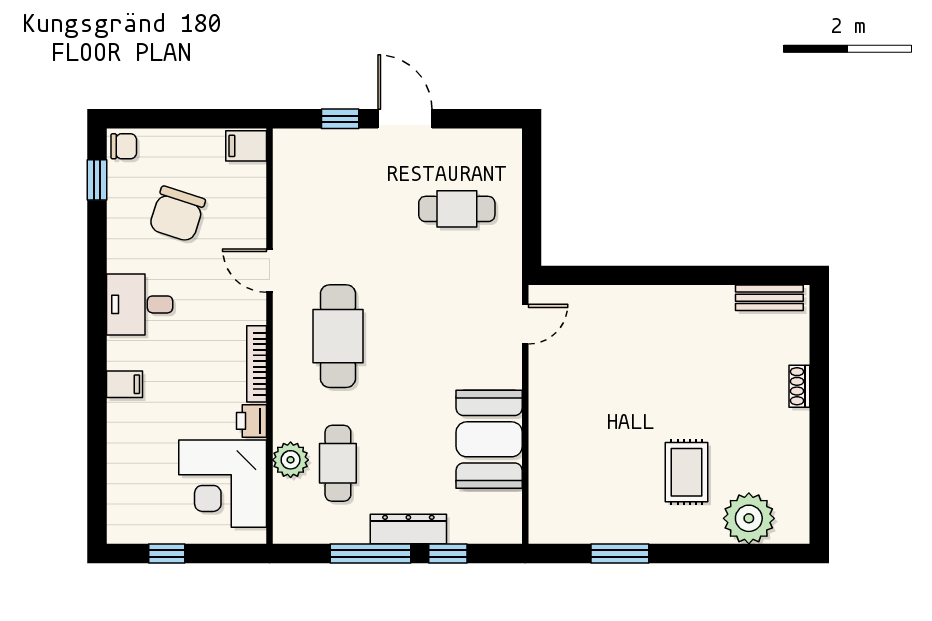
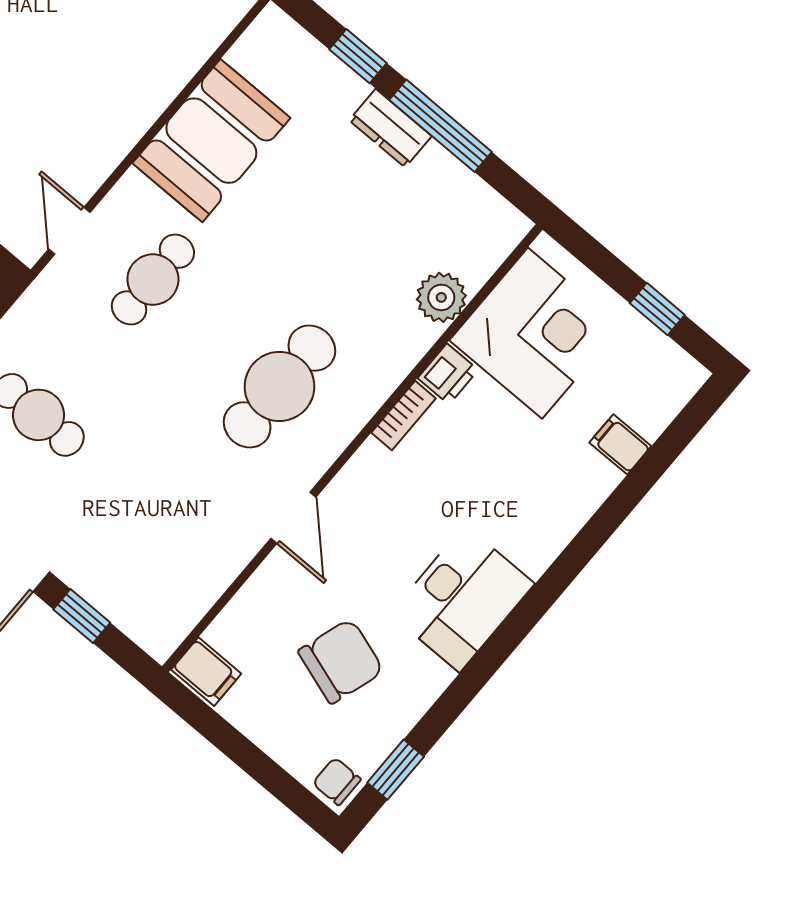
desk: (140, 304) -> (462, 599), width x1.37
door: (525, 324) -> (69, 231), hinge flipped
bookcase: (257, 364) -> (403, 416), width x0.64
filing cabinet: (124, 384) -> (620, 444), moved
cafe table: (338, 463) -> (153, 280), moved
dresser: (408, 529) -> (390, 128), width x0.70

